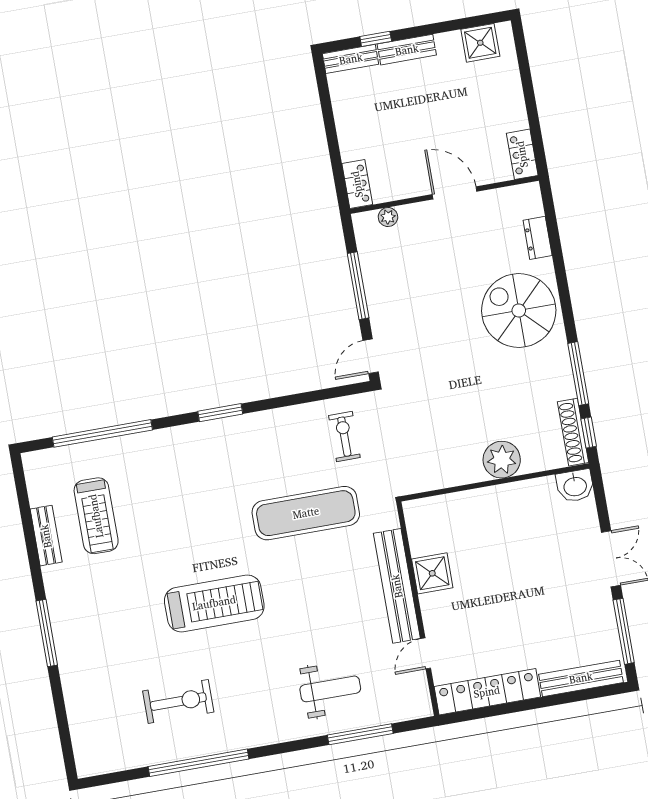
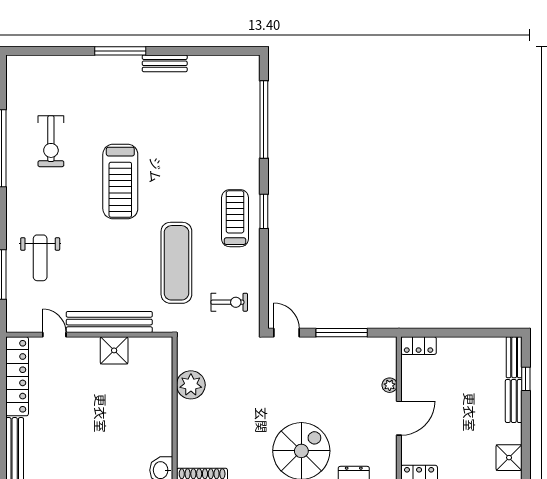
plant: (388, 217) -> (390, 385), moved
plant: (502, 460) -> (191, 385), moved
treadmill: (96, 516) -> (235, 218), moved, turned 90
bench: (46, 536) -> (165, 63), moved

